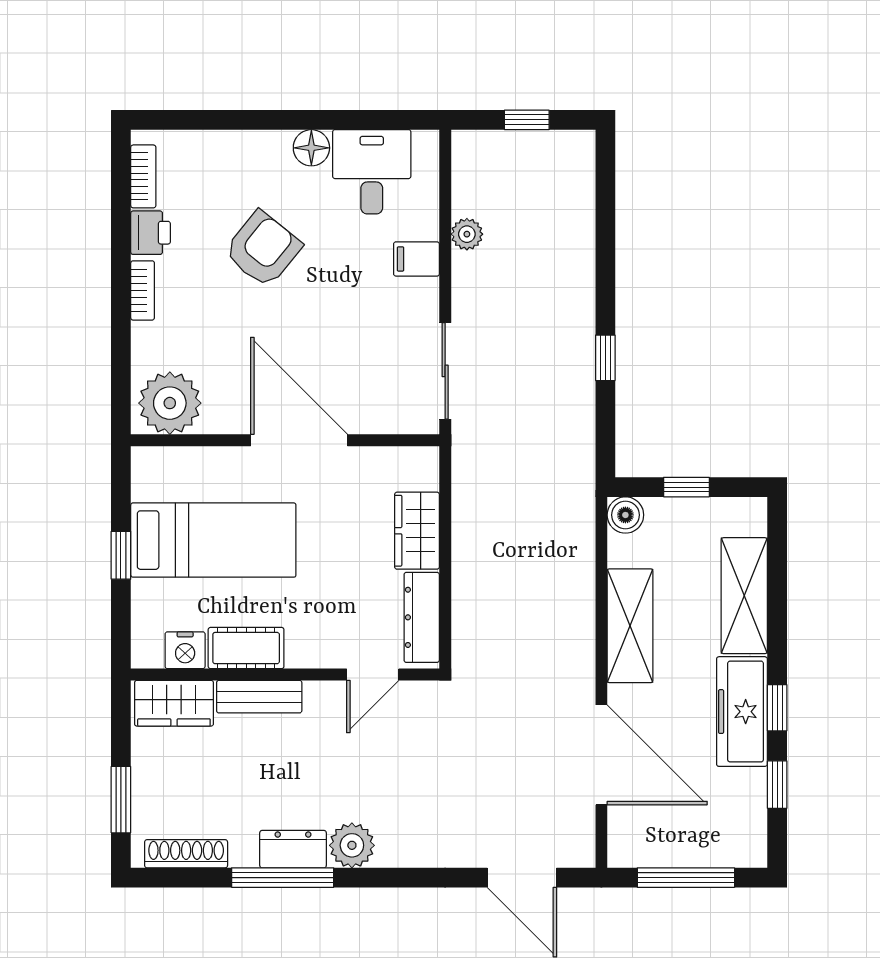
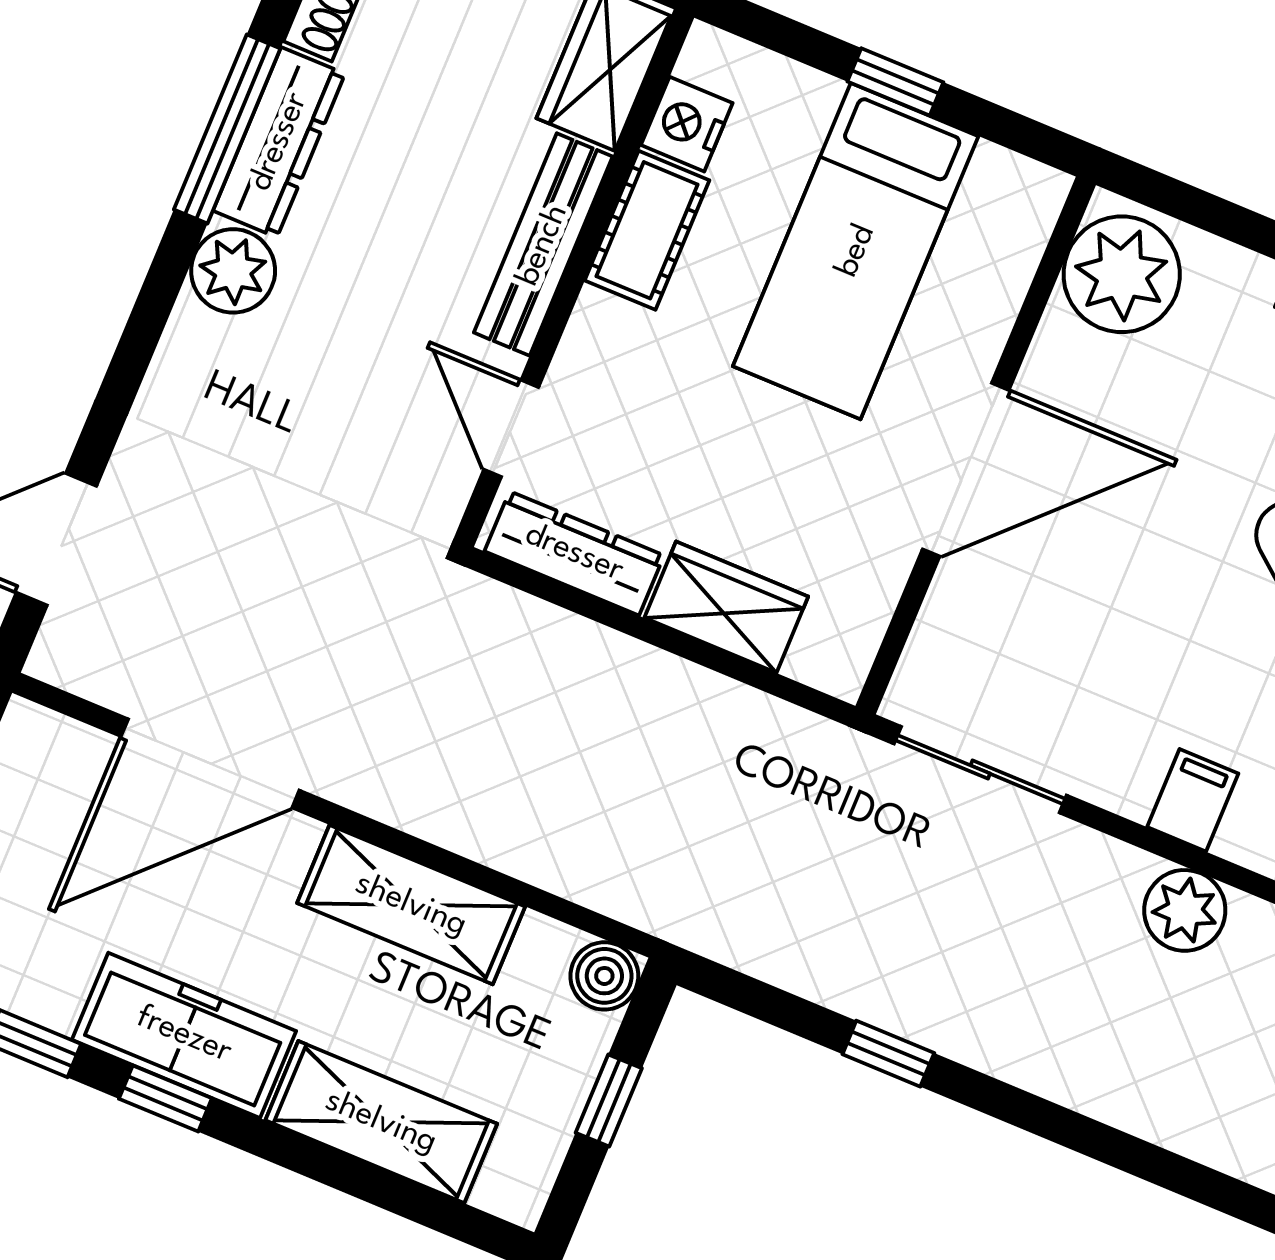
plant: (467, 234) -> (1185, 910), width x1.38, depth x1.38
bench: (259, 697) -> (543, 245), width x1.36
dresser: (293, 849) -> (279, 142), width x1.44

